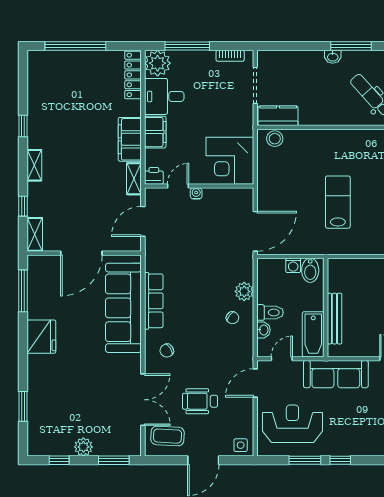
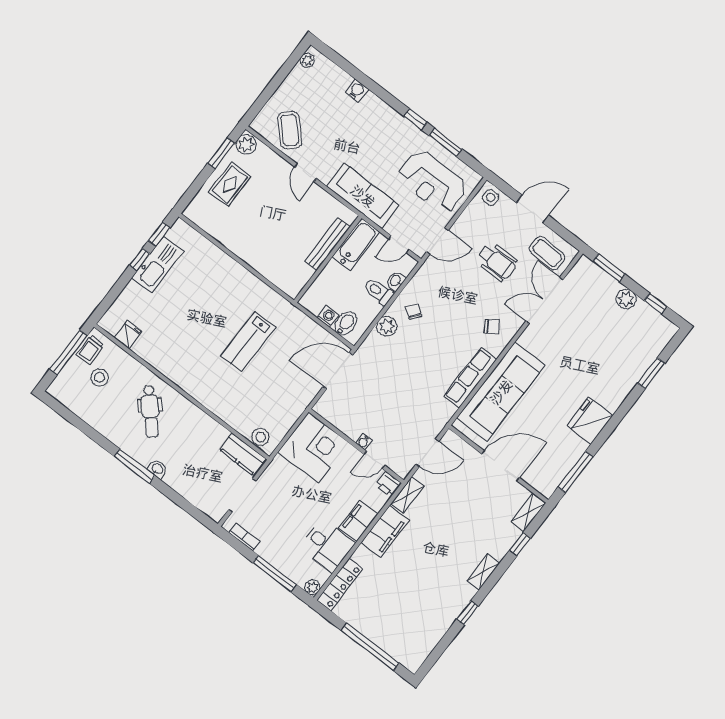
plant: (158, 63) -> (312, 587), width x0.53, depth x0.53
bidet: (310, 270) -> (346, 324), moved

